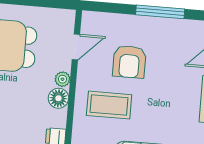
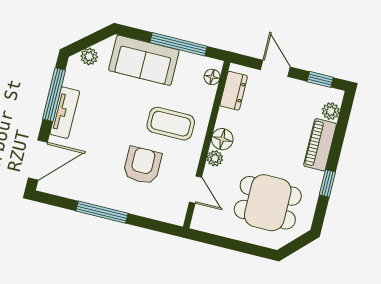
door: (76, 47) -> (196, 190), swing flipped

